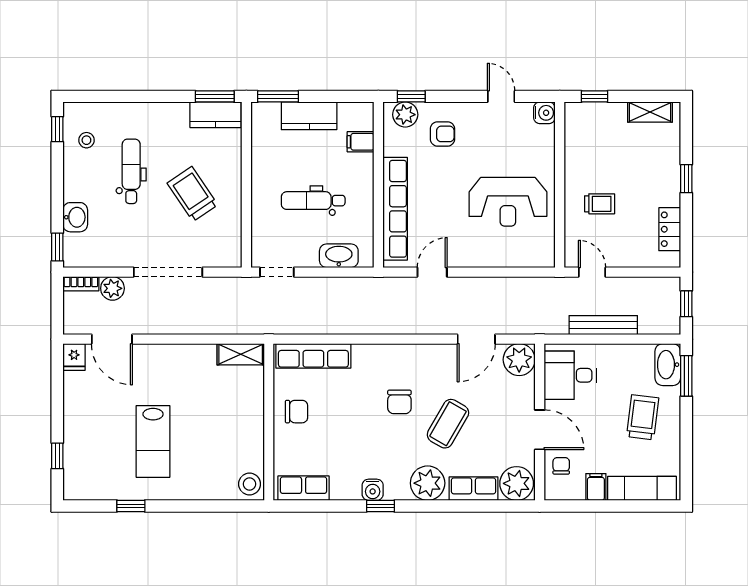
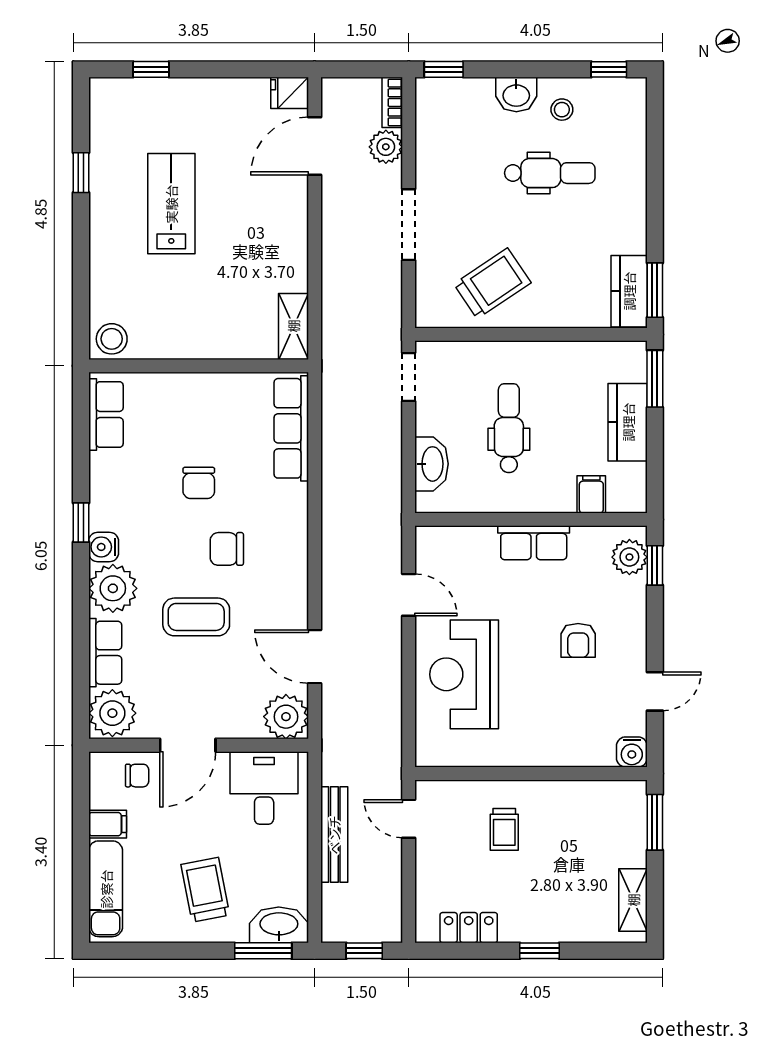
window: (594, 96) -> (655, 822), width x1.50
armchair: (442, 134) -> (578, 640), moved
stool: (86, 140) -> (562, 110), moved
trolley: (192, 194) -> (492, 283), moved
reception desk: (508, 202) -> (464, 674), moved
row of seats: (395, 209) -> (534, 543), width x0.50
washbasin: (75, 217) -> (516, 95), moved
doorway: (168, 272) -> (409, 225), width x0.73
door: (592, 272) -> (409, 819), swing flipped
chair: (296, 412) -> (199, 483), moved
trolley: (643, 417) -> (205, 890), turned -108
coffee table: (448, 424) -> (196, 617), turned -30
lab bench: (153, 441) -> (171, 204), turned 90
water cooler: (373, 490) -> (104, 547), moved

